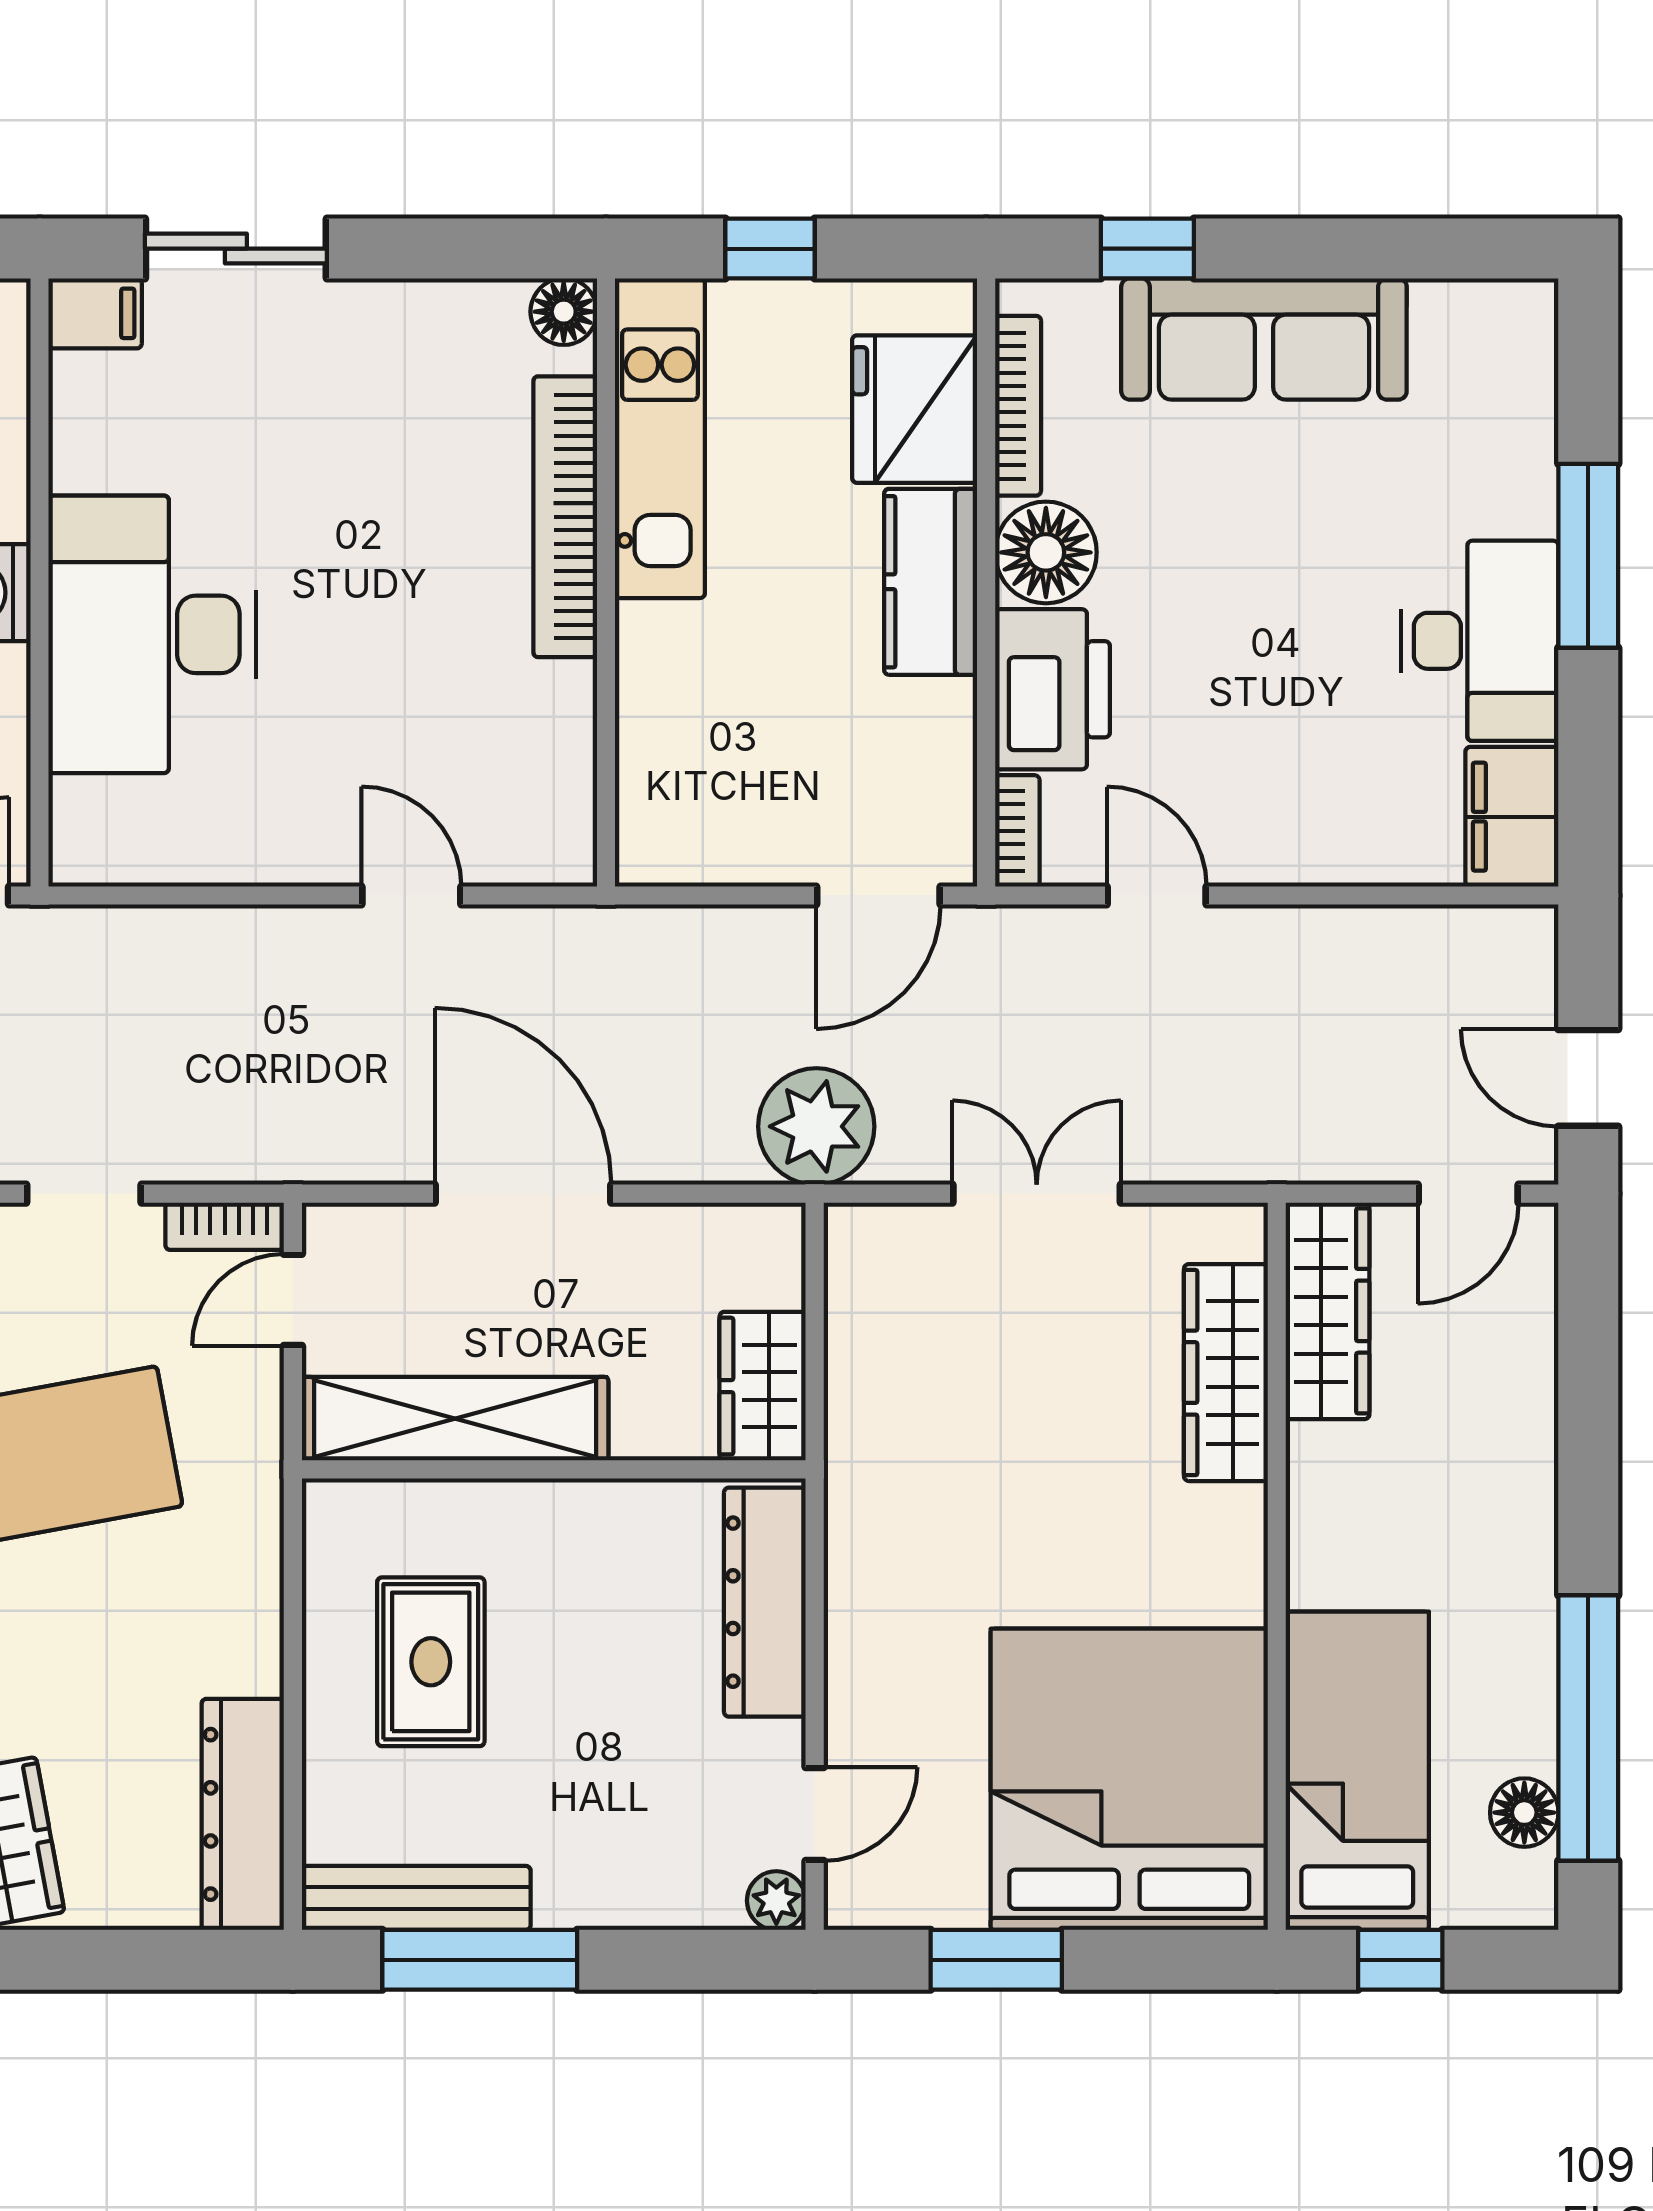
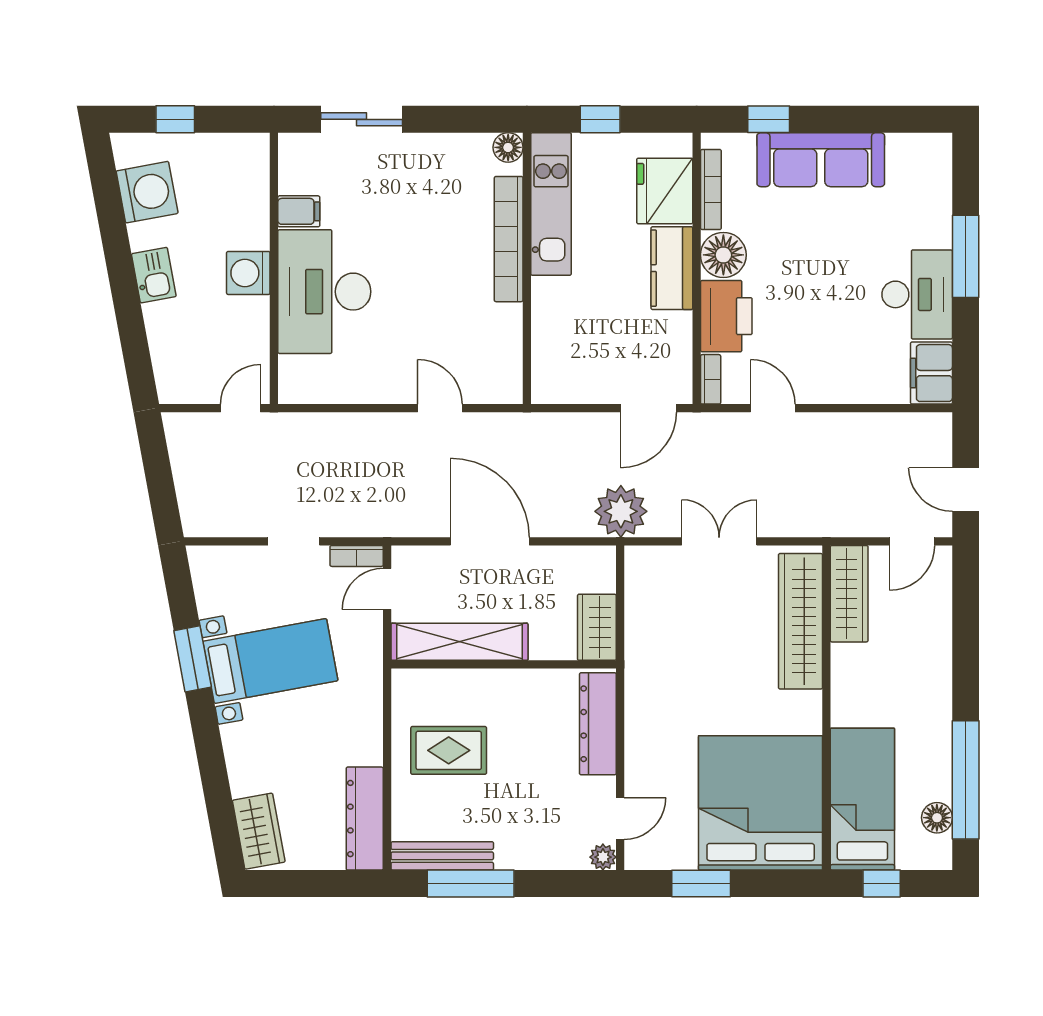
filing cabinet: (95, 313) -> (299, 211), moved
wardrobe: (1226, 1373) -> (801, 621), width x1.40, depth x1.17
rug: (431, 1662) -> (449, 750), turned 90

